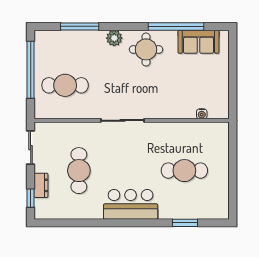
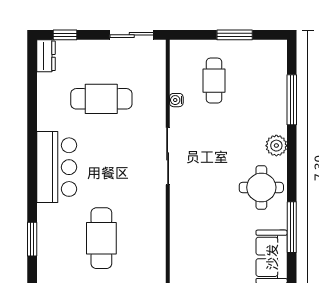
window: (176, 26) -> (292, 227), width x0.68
window: (31, 70) -> (235, 35), width x0.47
cafe table: (65, 85) -> (214, 81), width x0.73, depth x0.74
water cooler: (202, 114) -> (176, 100), moved
dresser: (41, 185) -> (46, 56), moved, turned -90

